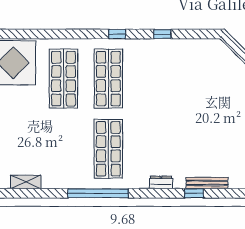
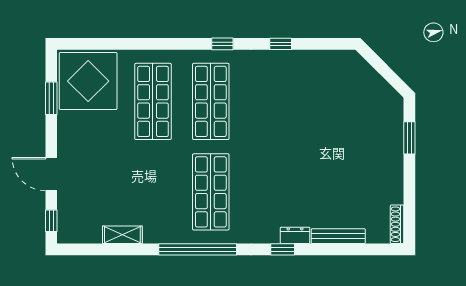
shelving: (26, 182) -> (122, 235), moved
dresser: (161, 182) -> (295, 235), moved
window: (194, 193) -> (283, 249), moved

